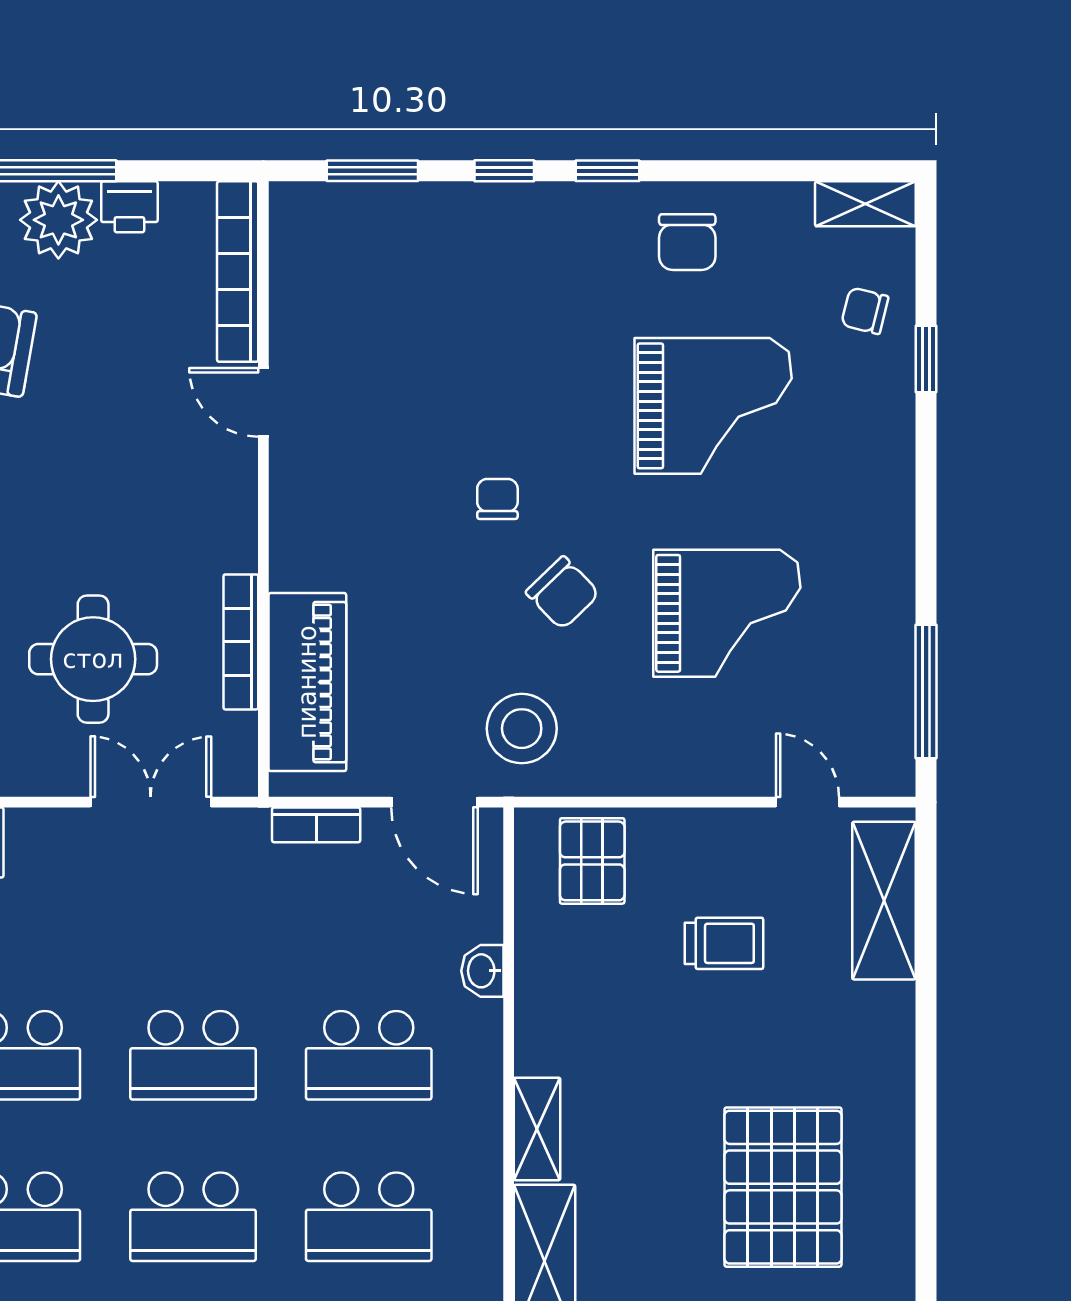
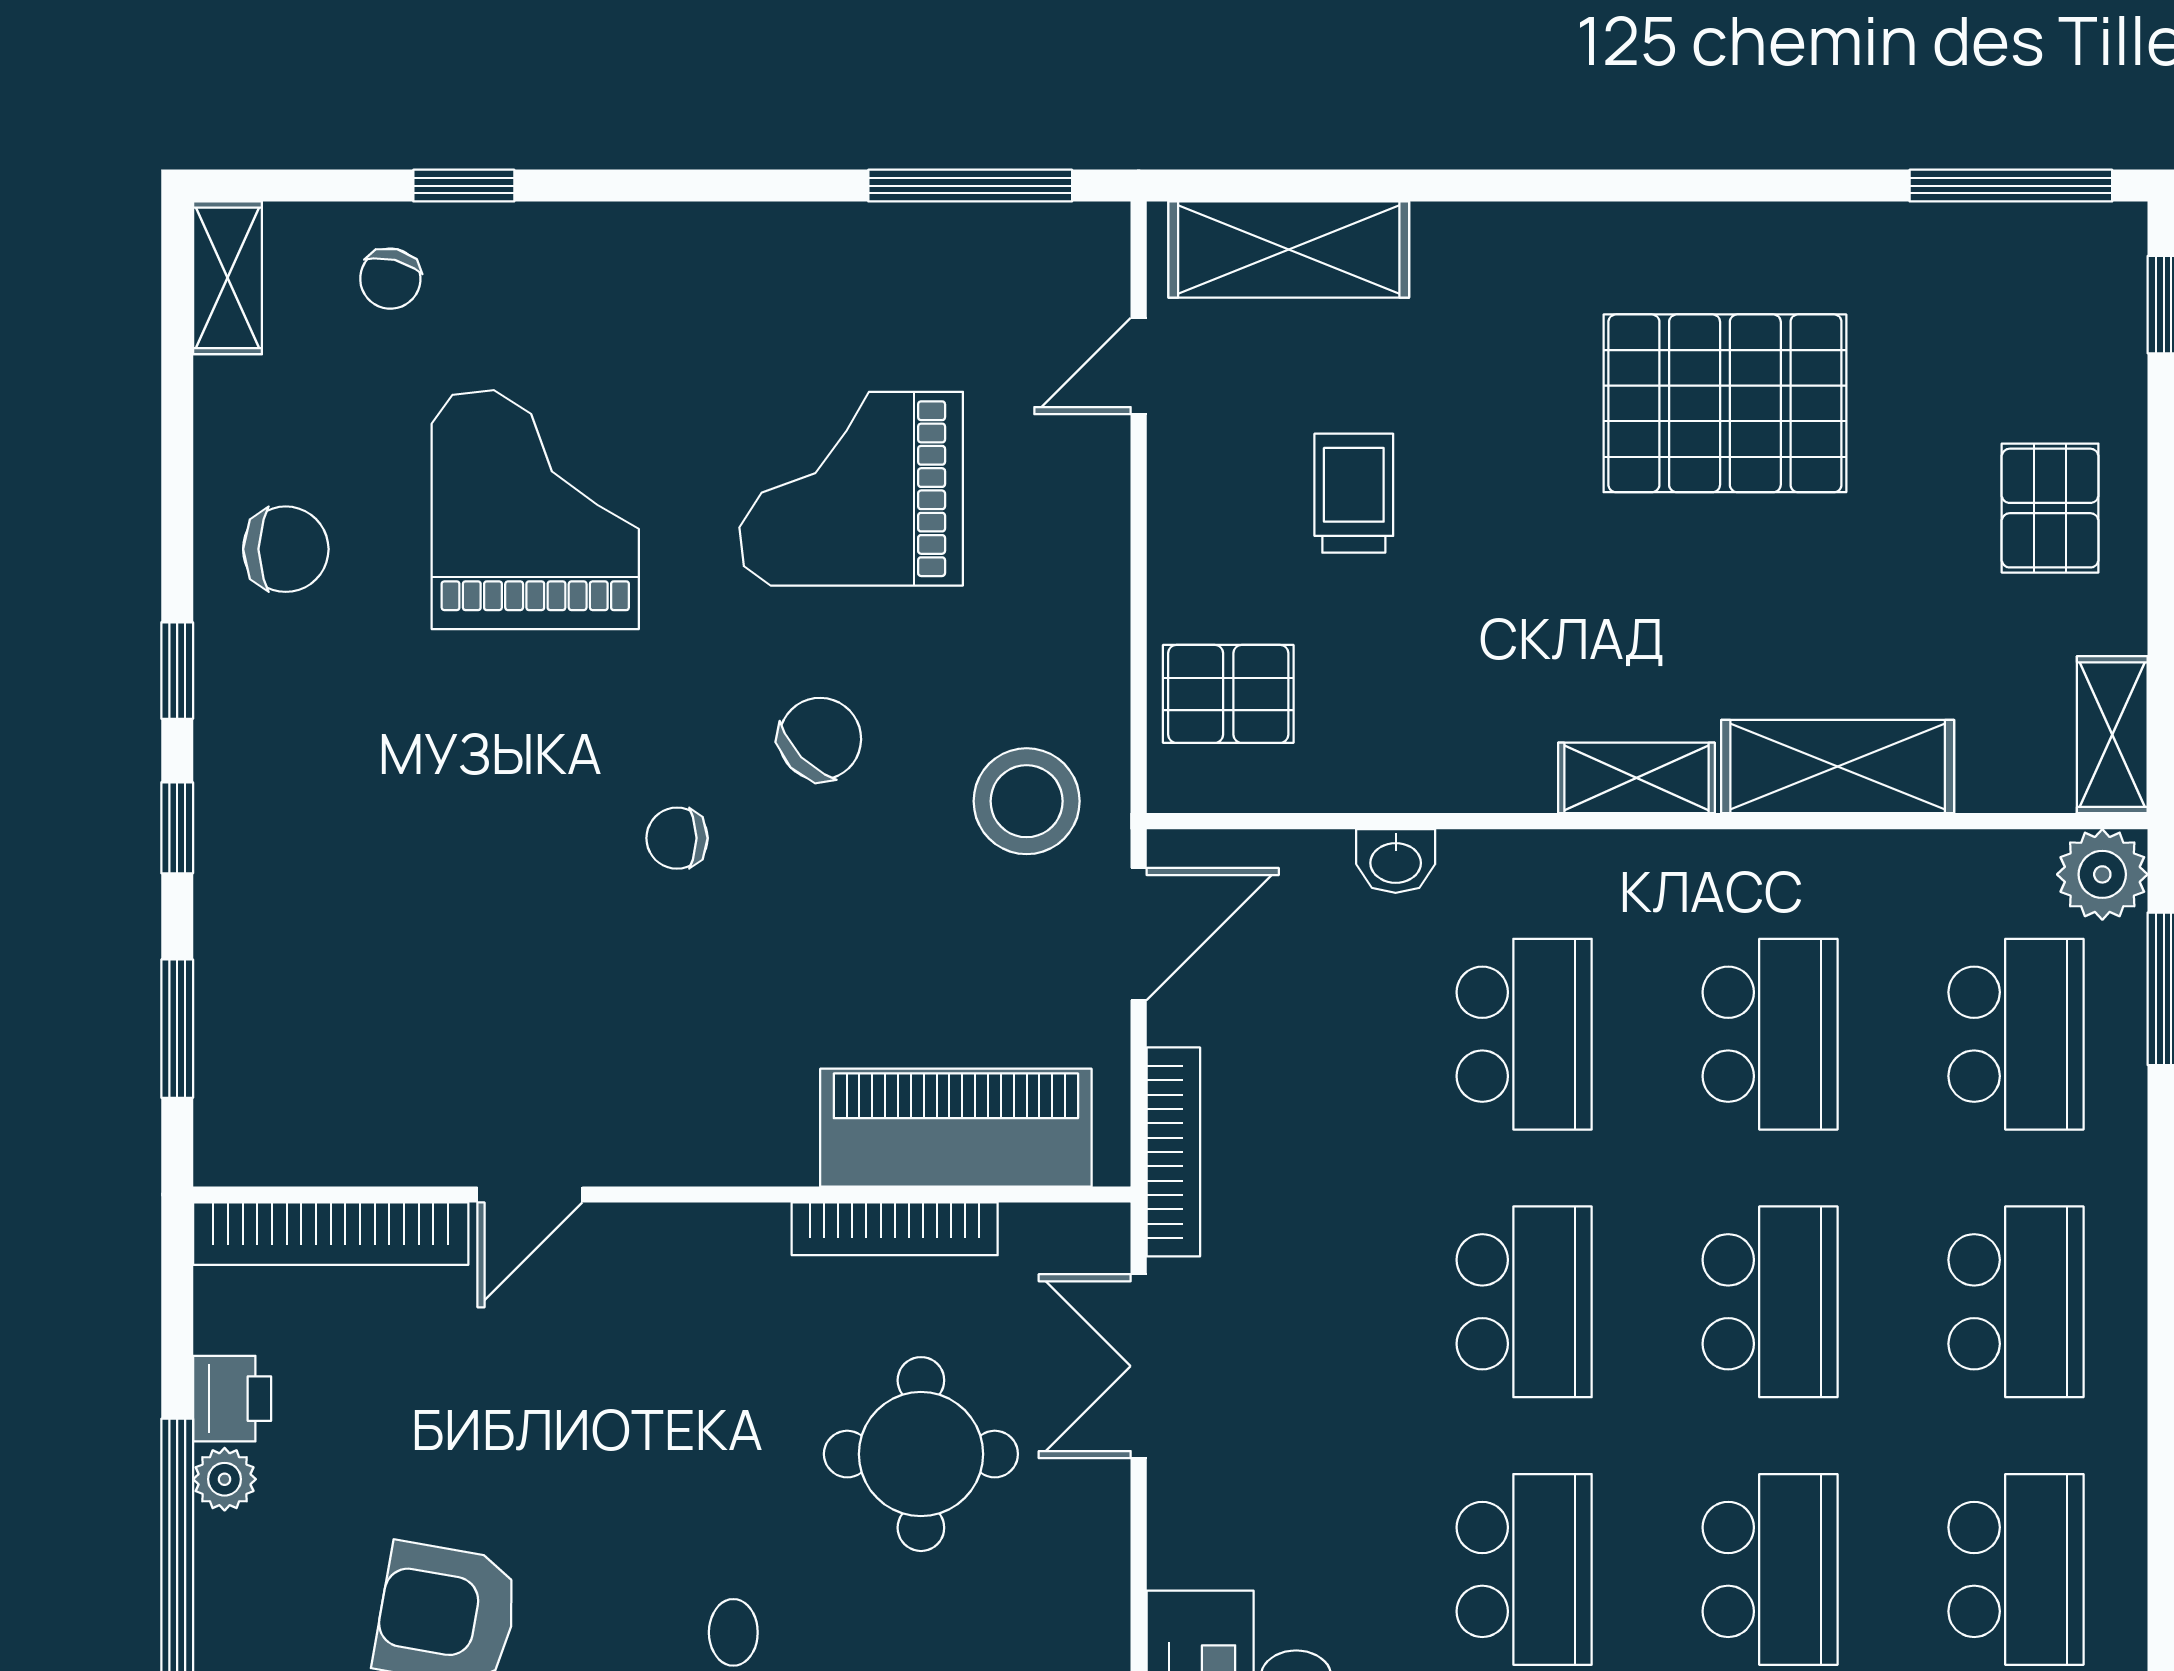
plant: (58, 220) -> (225, 1479), width x0.53, depth x0.53
grand piano: (727, 613) -> (851, 489), turned -90
bookcase: (316, 825) -> (1173, 1152), width x1.56

